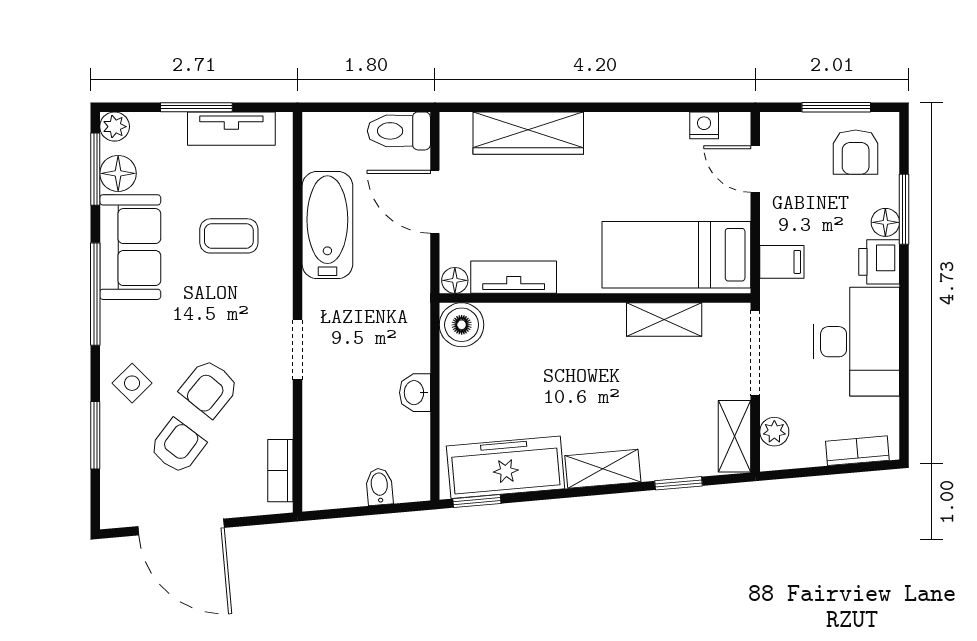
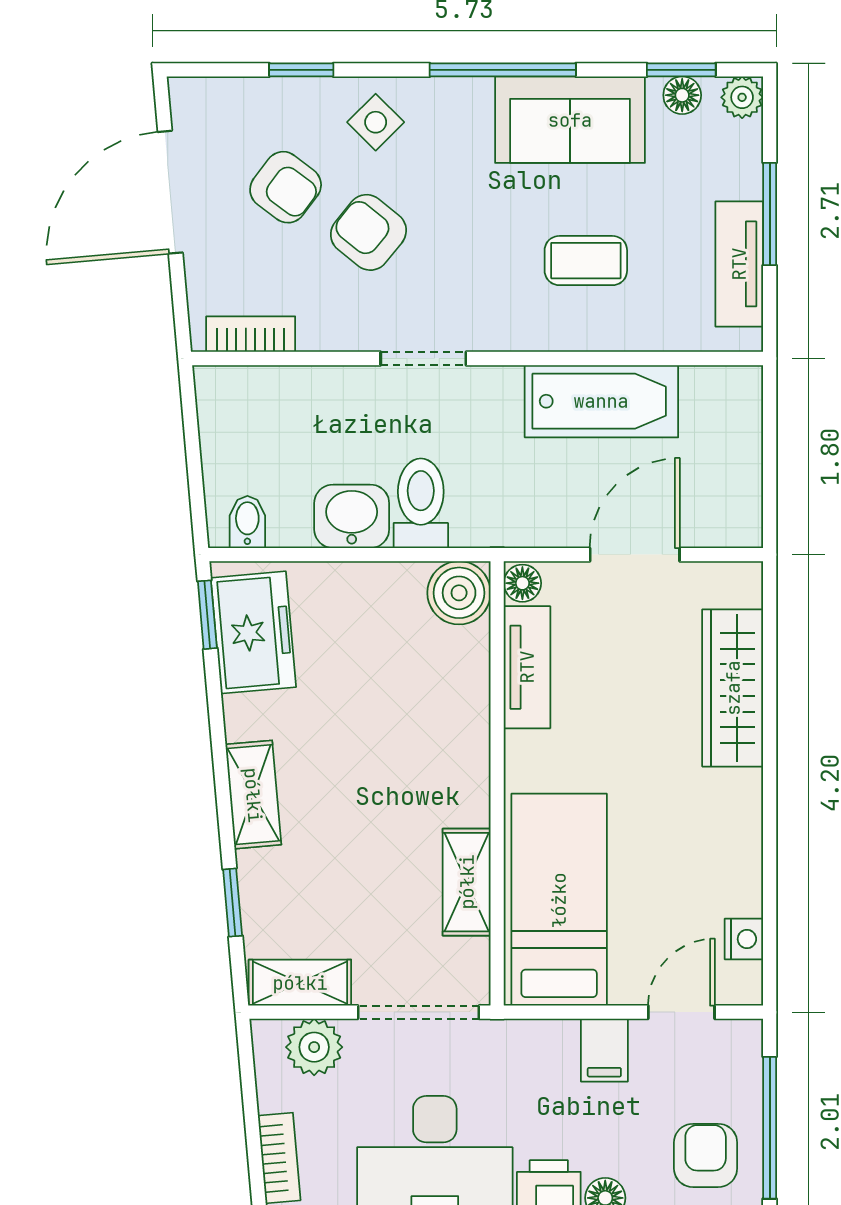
window: (836, 107) -> (770, 1128), width x1.44
toilet: (399, 131) -> (421, 503), moved
armchair: (856, 152) -> (706, 1155), turned 90
window: (95, 169) -> (681, 70), width x0.67
floor lamp: (118, 173) -> (682, 95), width x0.73, depth x0.73
coffee table: (229, 236) -> (586, 261), turned 90
filing cabinet: (782, 262) -> (604, 1050), moved
washbasin: (415, 393) -> (352, 516), width x1.38, depth x1.45
plant: (774, 432) -> (314, 1047), width x1.38, depth x1.38
window: (95, 435) -> (301, 70), width x0.67
freezer: (506, 467) -> (253, 632), width x0.71
bidet: (379, 487) -> (247, 522), moved, turned -85

